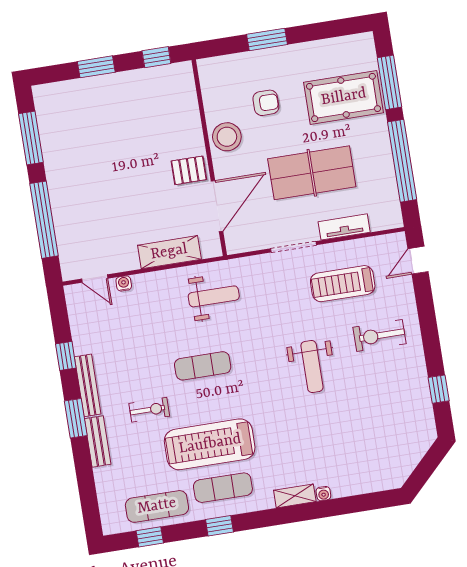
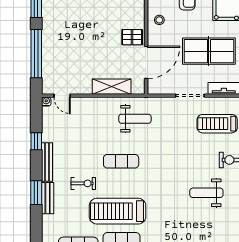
stool: (227, 137) -> (159, 20), width x0.53, depth x0.53
water cooler: (124, 283) -> (46, 102), moved
weight bench: (312, 367) -> (206, 193), moved, turned 90
window: (76, 418) -> (36, 193), moved

